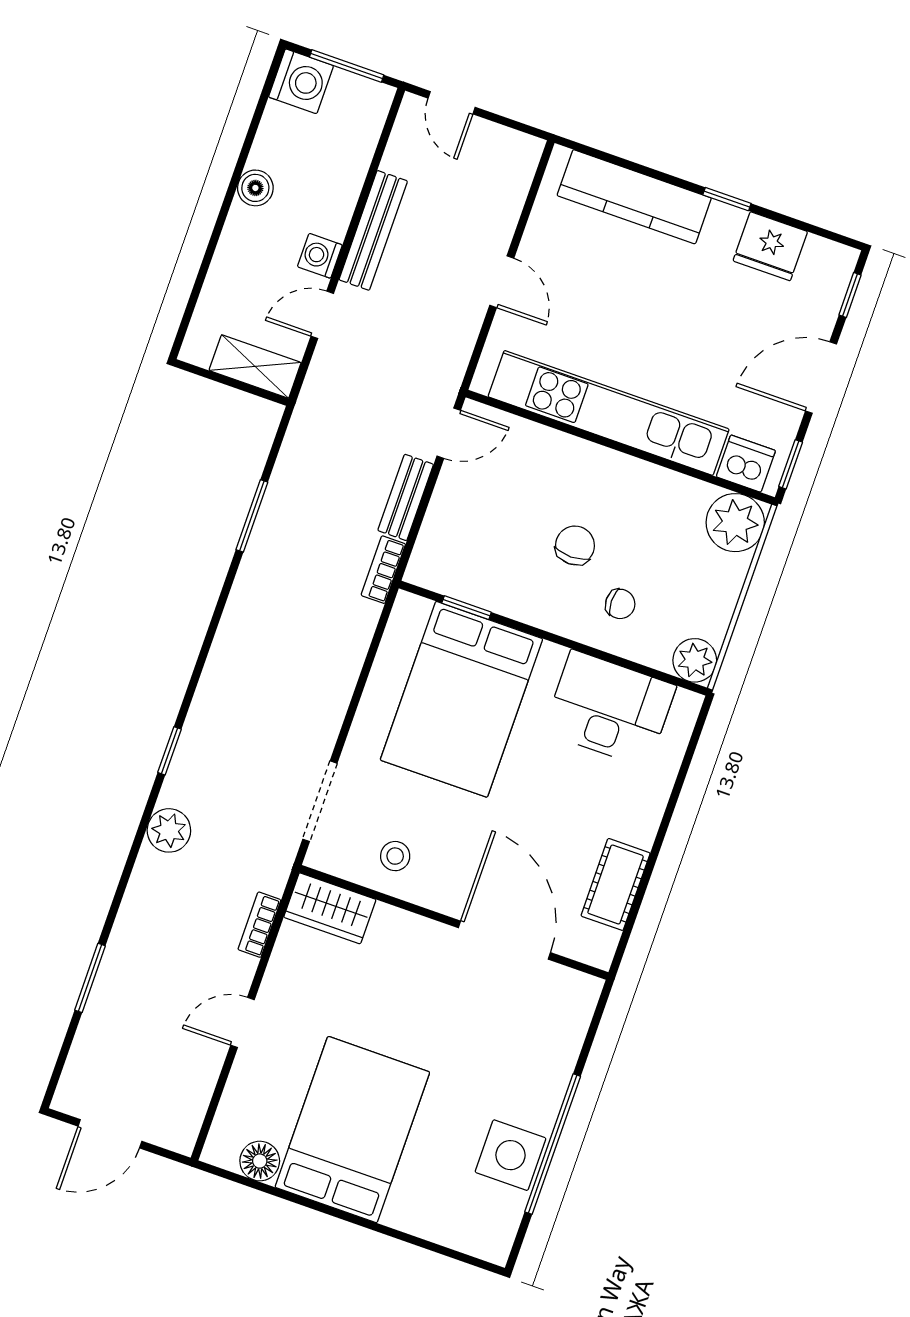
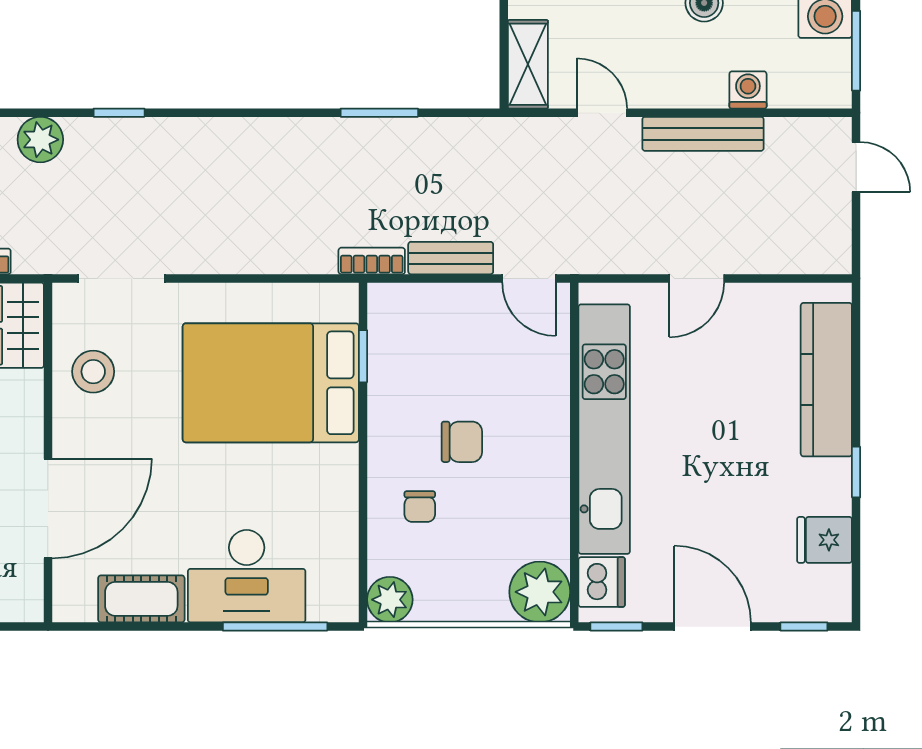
door: (452, 103) -> (856, 167), swing flipped
fridge: (770, 246) -> (825, 540), width x0.72
washing machine: (320, 256) -> (748, 90), moved
desk: (610, 709) -> (247, 576), moved, turned 90
window: (683, 772) -> (275, 627), added
stool: (395, 856) -> (93, 372), width x1.37, depth x1.37

